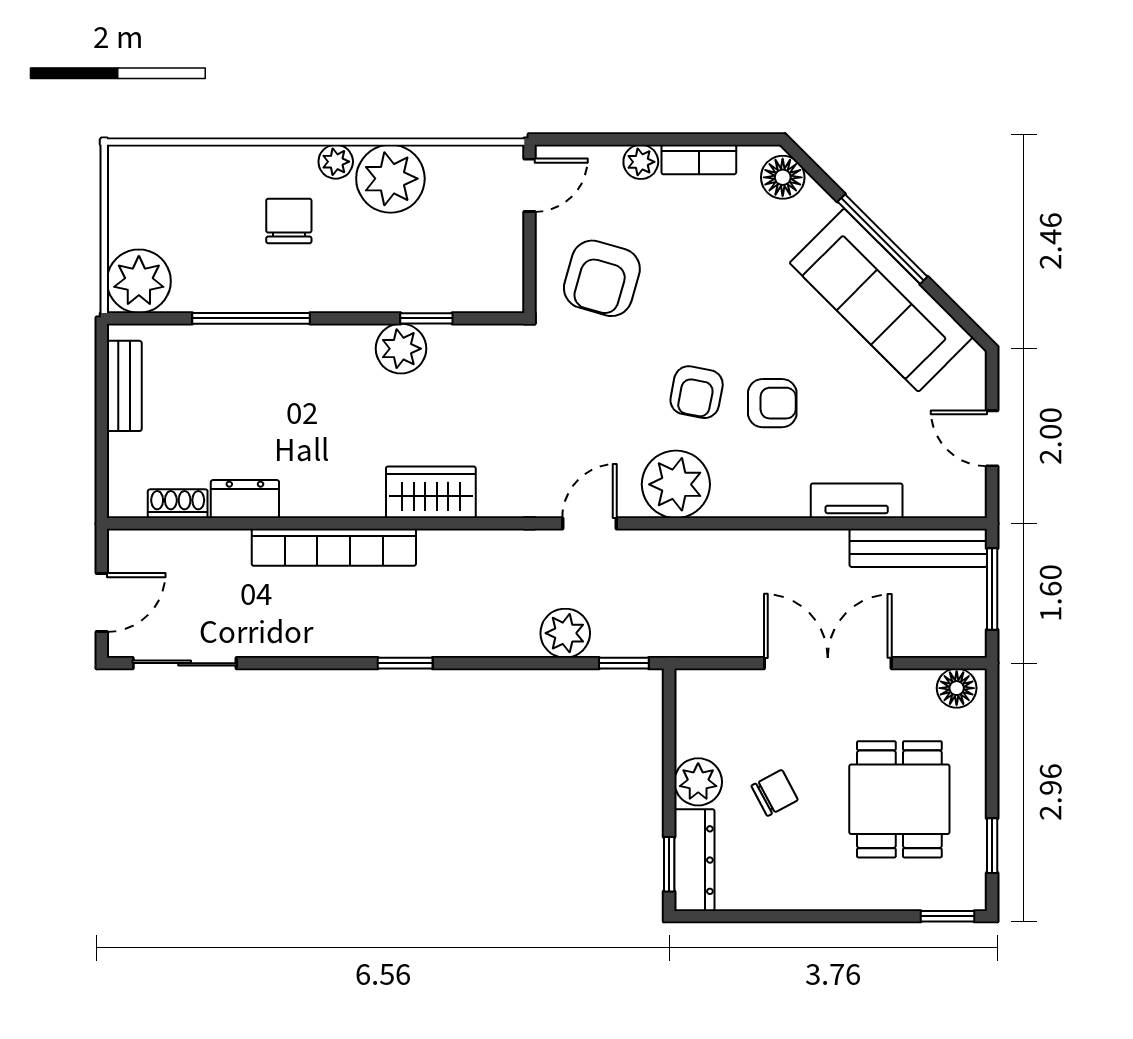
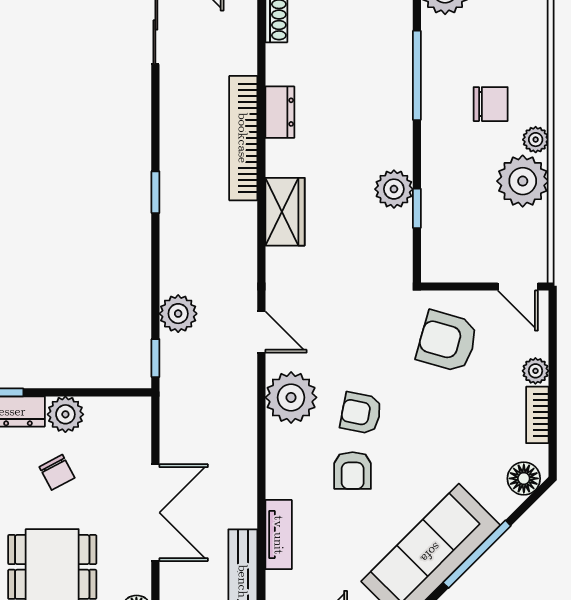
dresser: (245, 499) -> (280, 112), moved

